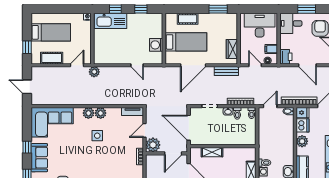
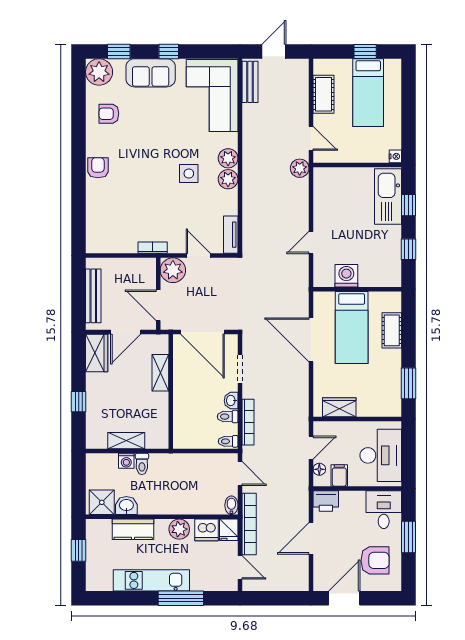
window: (27, 47) -> (365, 51), moved
bench: (226, 71) -> (250, 82), moved
door: (189, 128) -> (203, 332), swing flipped

